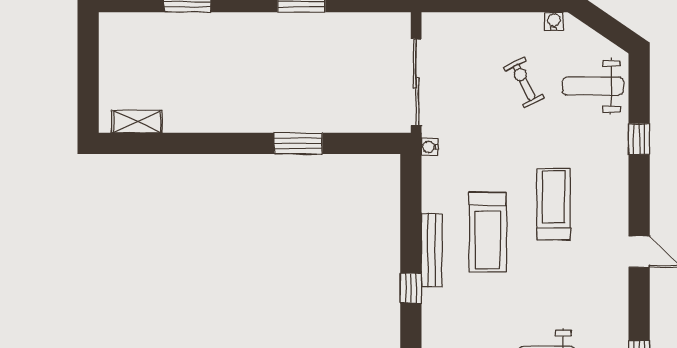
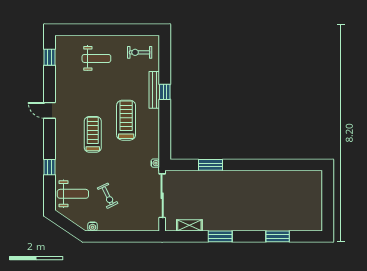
shelving: (137, 122) -> (189, 225), moved
window: (298, 143) -> (210, 165), moved
treadmill: (554, 204) -> (93, 134), turned 180
bench: (432, 250) -> (154, 90), moved

